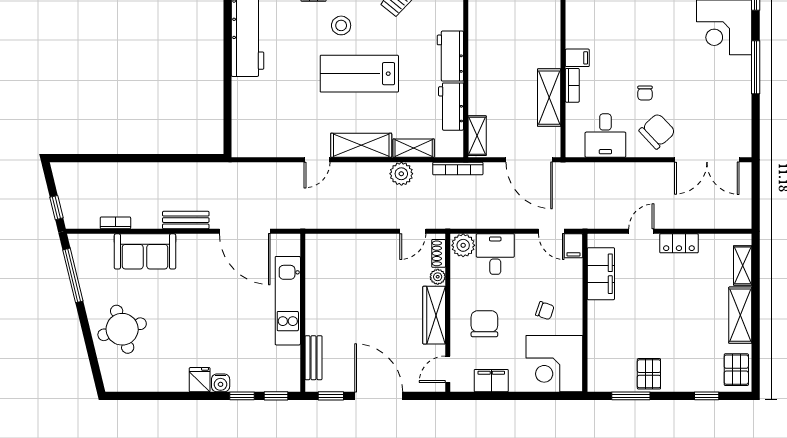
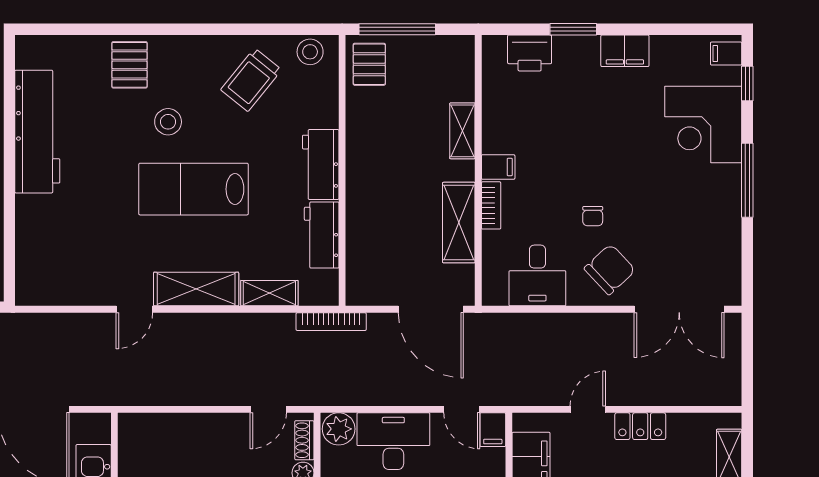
shelving: (477, 136) -> (462, 131), moved
plant: (401, 174) -> (252, 329), removed
desk: (495, 254) -> (393, 441), width x1.37

